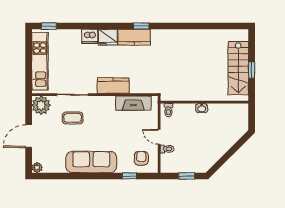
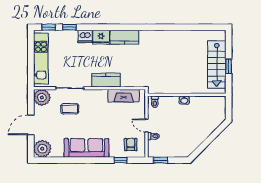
window: (141, 26) -> (69, 27), moved
plant: (37, 168) -> (42, 149), width x1.88, depth x1.88
window: (187, 176) -> (160, 160), moved

